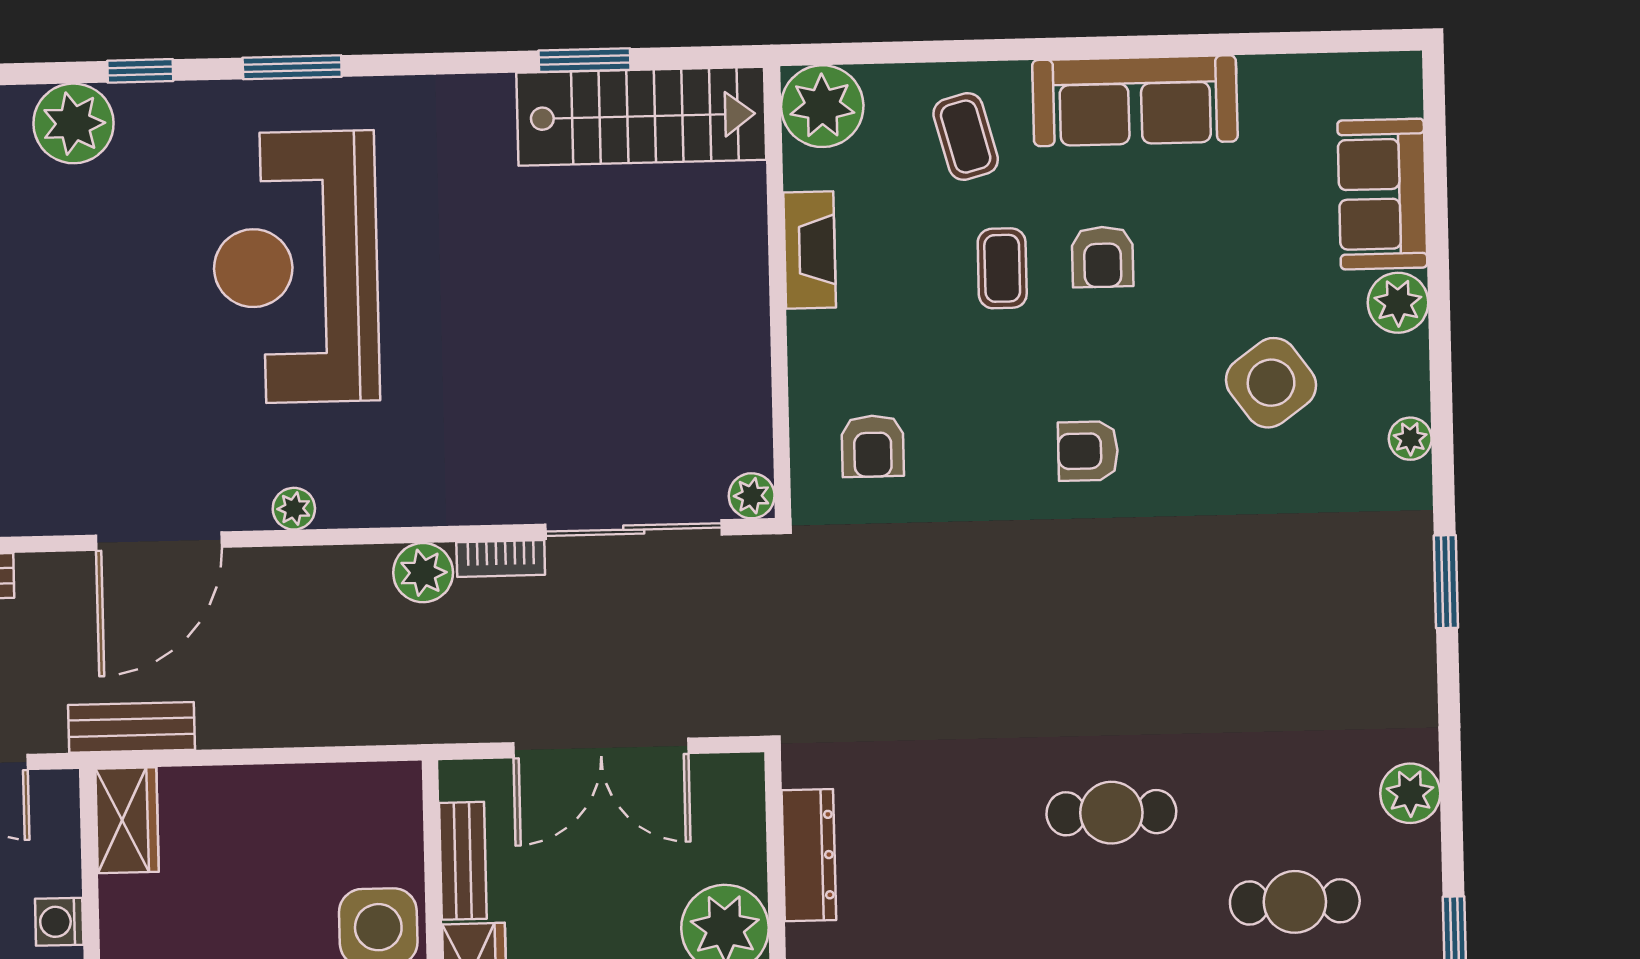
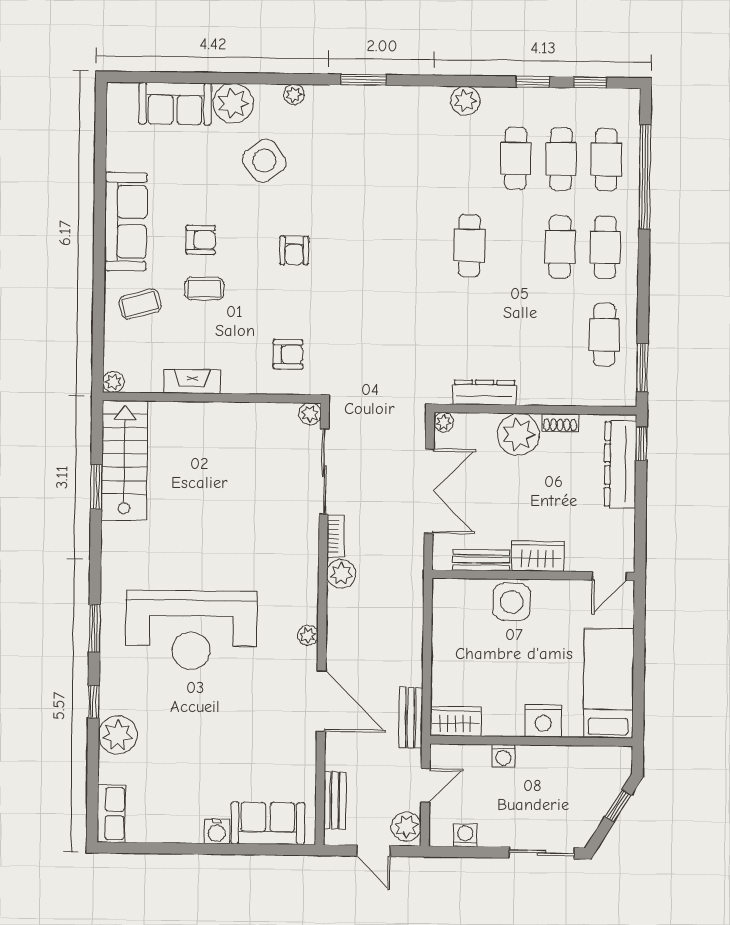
plant: (822, 106) -> (113, 382), width x0.53, depth x0.53
plant: (1398, 303) -> (233, 103), width x1.36, depth x1.36
plant: (744, 773) -> (444, 422), added

